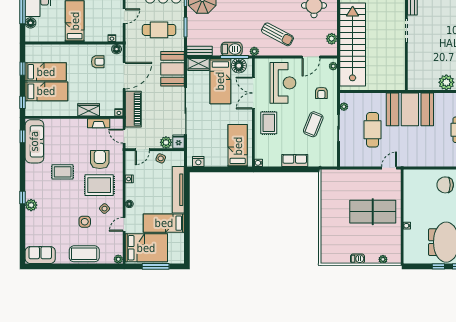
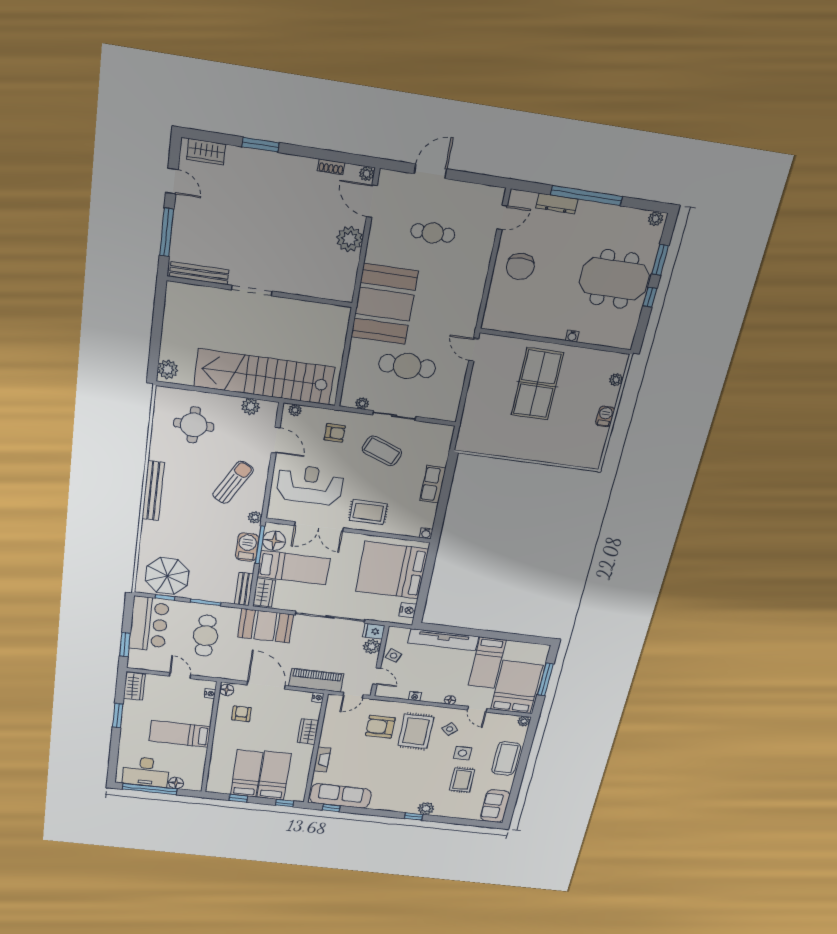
fireplace: (99, 123) -> (322, 760), moved
bed: (238, 146) -> (392, 570), width x2.04
rug: (63, 172) -> (462, 780), moved

